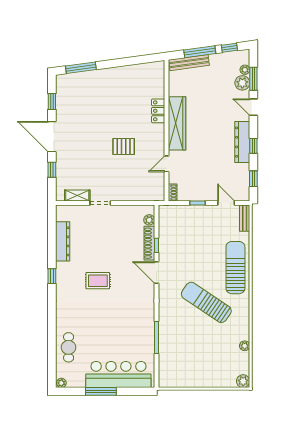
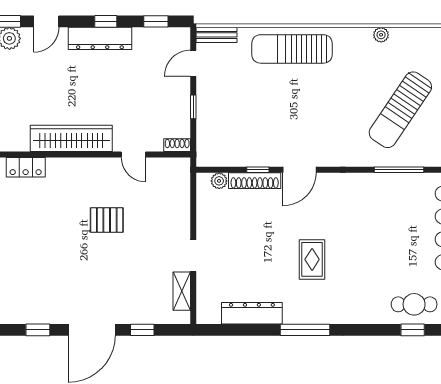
locker: (158, 111) -> (26, 167), moved
pallet: (124, 147) -> (107, 220), turned 90
window: (52, 276) -> (305, 330), width x2.17
sun lounger: (206, 302) -> (400, 110), moved
window: (52, 346) -> (413, 330), added
plant: (245, 346) -> (381, 35), moved

